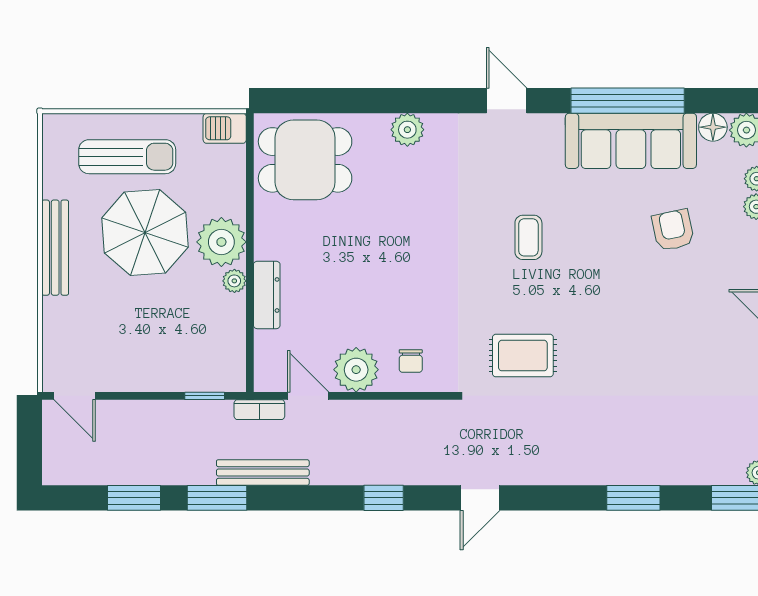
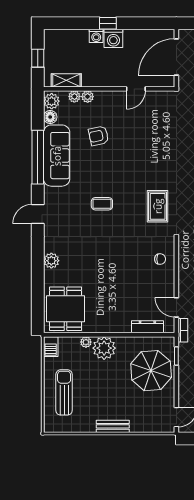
parasol: (145, 233) -> (151, 371), moved
bench: (55, 248) -> (113, 426), width x0.73
plant: (234, 281) -> (86, 342), moved
dresser: (267, 295) -> (147, 327), moved
plant: (356, 370) -> (164, 285), removed
door: (308, 396) -> (176, 307), hinge flipped

